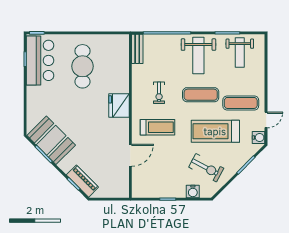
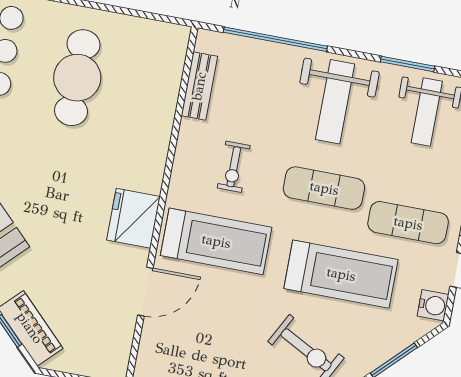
bench: (137, 49) -> (199, 86), moved
fridge: (119, 106) -> (133, 218), moved
treadmill: (157, 127) -> (216, 241), width x1.37, depth x1.38
treadmill: (215, 131) -> (341, 274), turned 180

